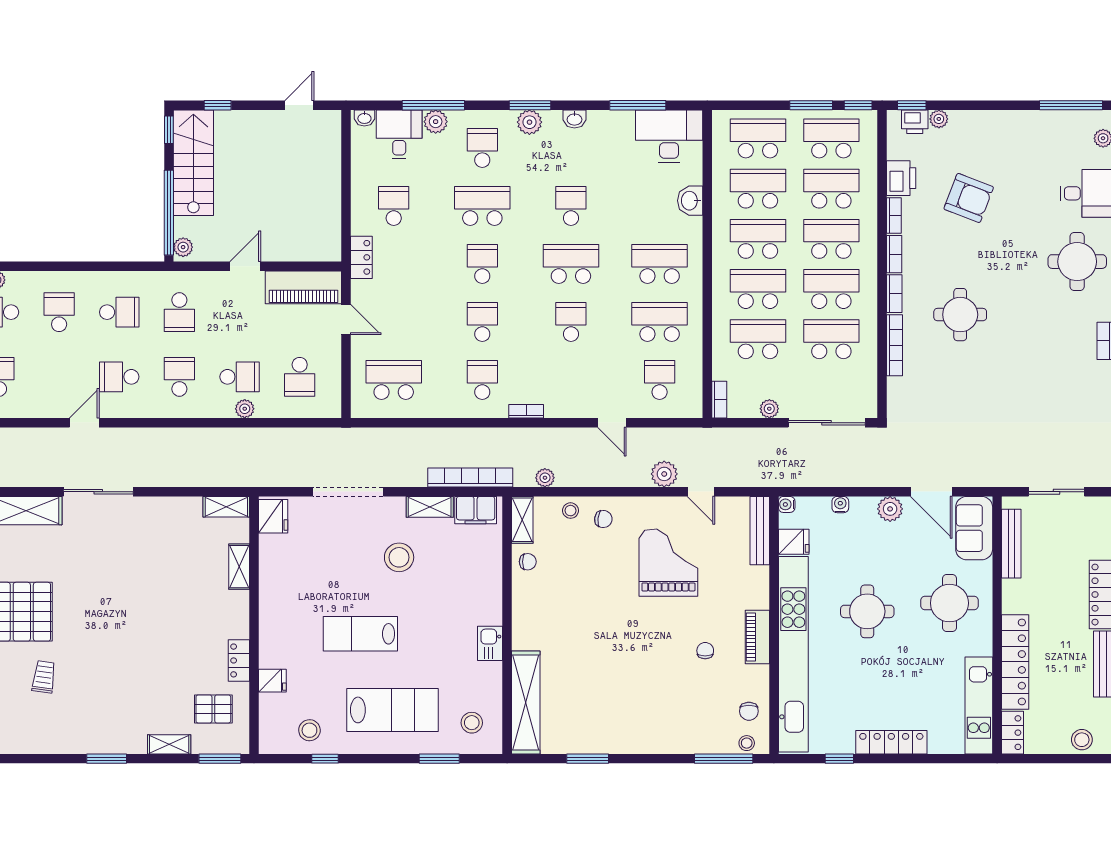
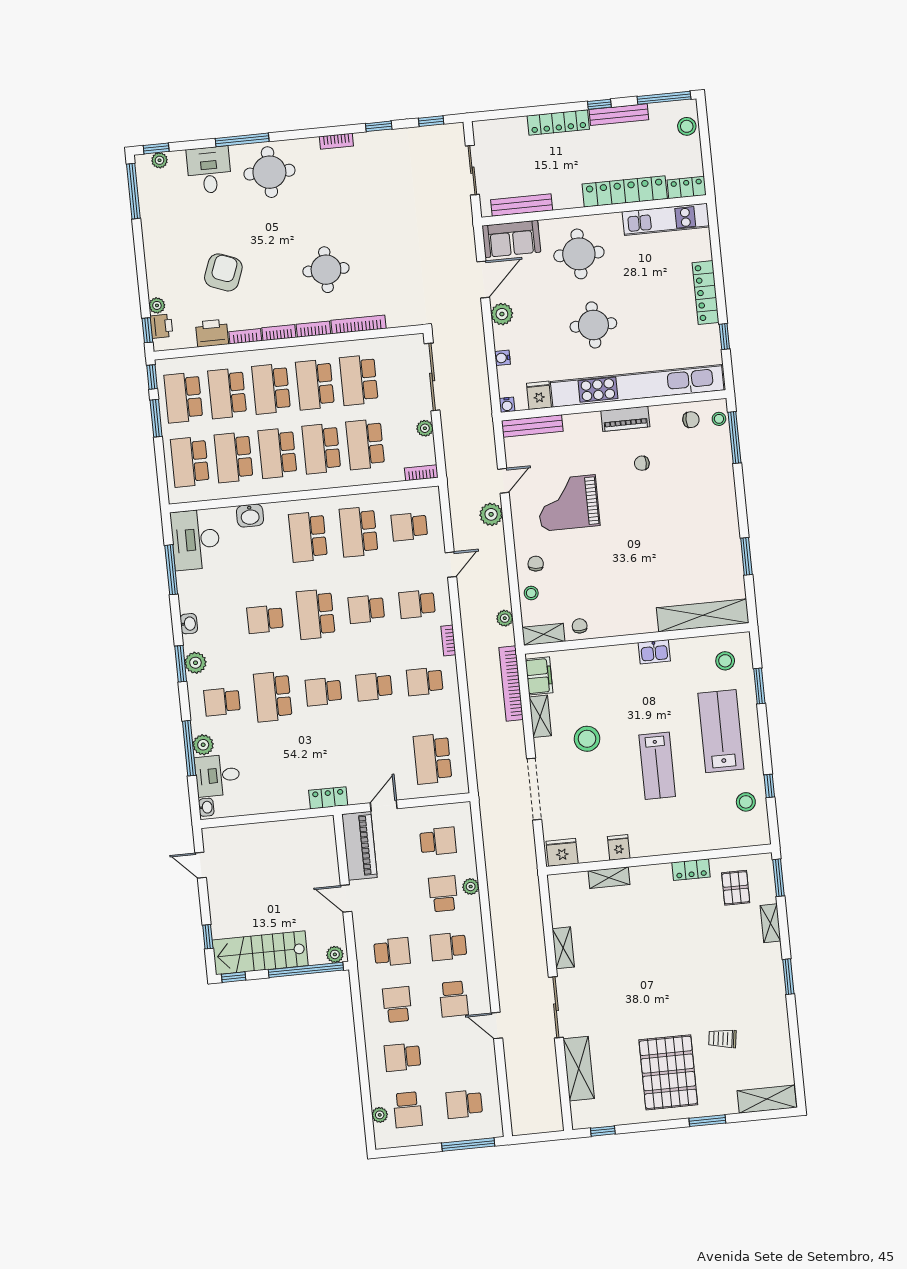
school desk: (394, 206) -> (417, 604), moved
shelving: (226, 507) -> (563, 948), moved
fridge: (272, 681) -> (619, 847), moved

